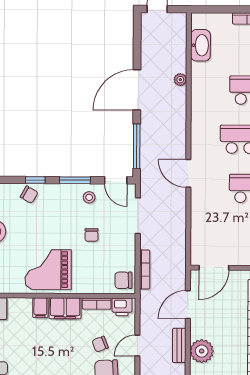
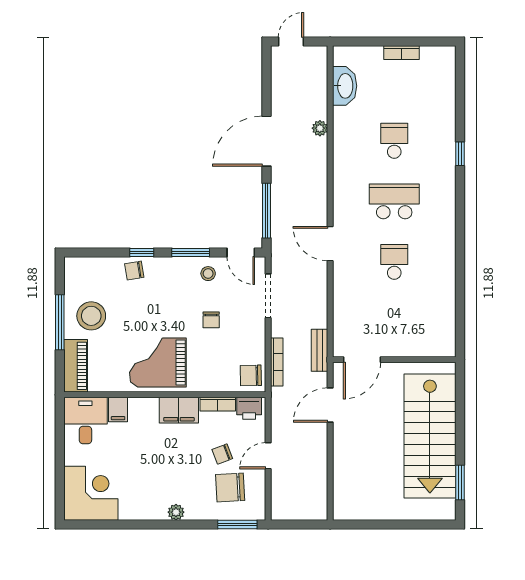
chair: (29, 195) -> (134, 270), turned 141
filing cabinet: (40, 308) -> (118, 410), moved
bench: (179, 345) -> (320, 350), moved
plant: (202, 351) -> (347, 462), removed

